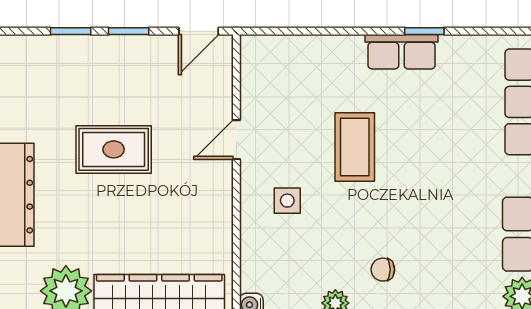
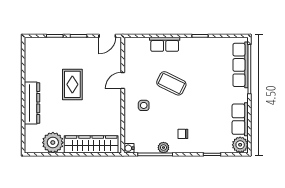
row of seats: (402, 52) -> (165, 44), moved
coffee table: (355, 147) -> (171, 83), turned -64
rug: (114, 149) -> (72, 84), turned 90

